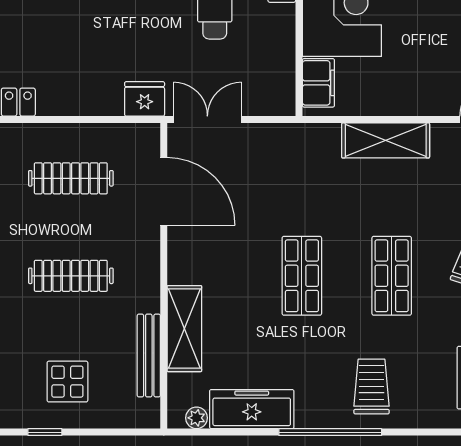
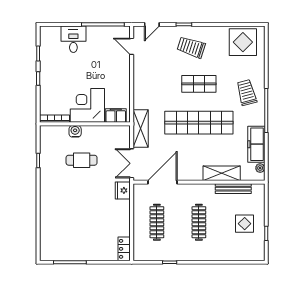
shelving: (386, 140) -> (141, 128), moved
shop shelf: (302, 276) -> (199, 123), width x2.00, depth x1.36
trolley: (371, 386) -> (247, 93), turned 75

